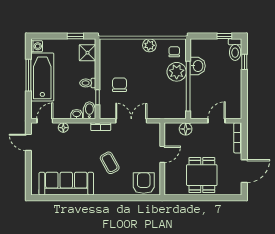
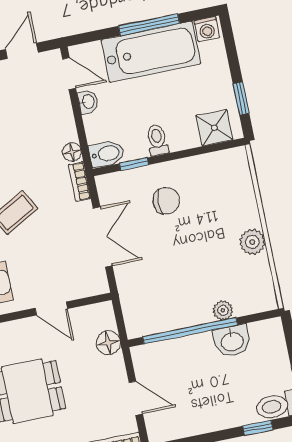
chair: (174, 52) -> (250, 291), removed
plant: (177, 72) -> (223, 310), width x0.53, depth x0.53
washbasin: (77, 114) -> (88, 102), moved
floor lamp: (63, 128) -> (72, 152), moved

